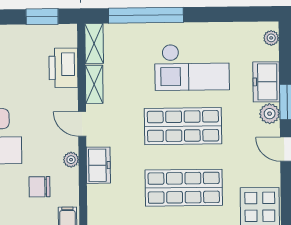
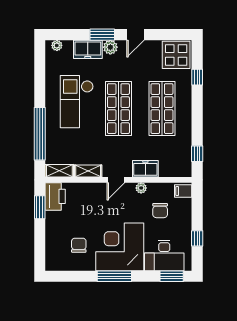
checkout: (192, 67) -> (77, 102), turned 180
printer: (63, 68) -> (55, 196), moved, turned -90

